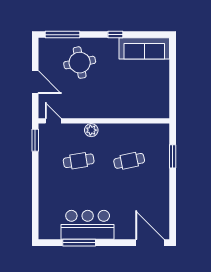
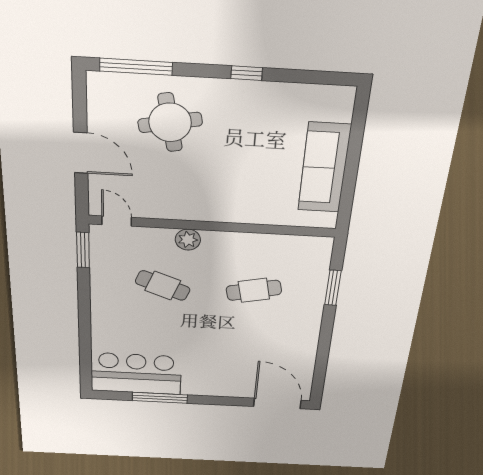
sofa: (144, 48) -> (324, 168), moved, turned 90
cafe table: (79, 161) -> (163, 286), turned 30
bar counter: (88, 225) -> (136, 374), moved

